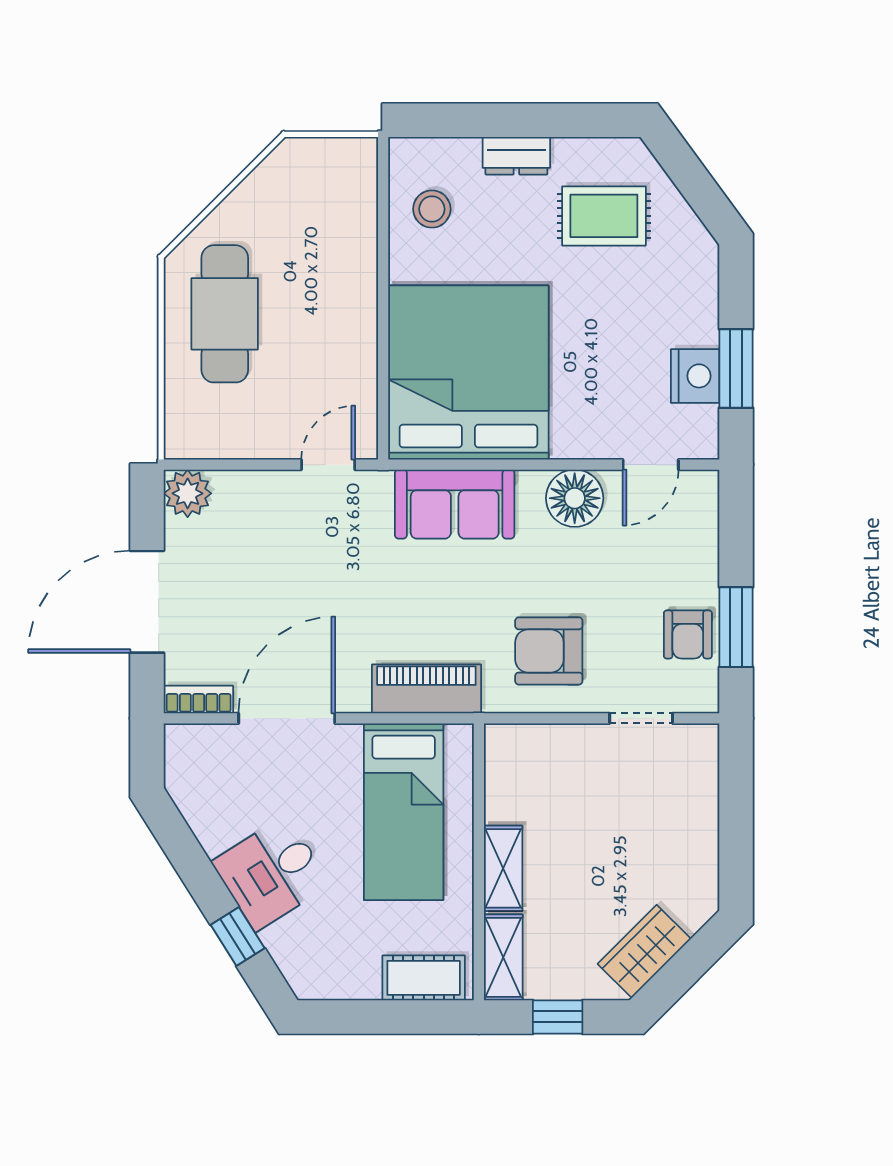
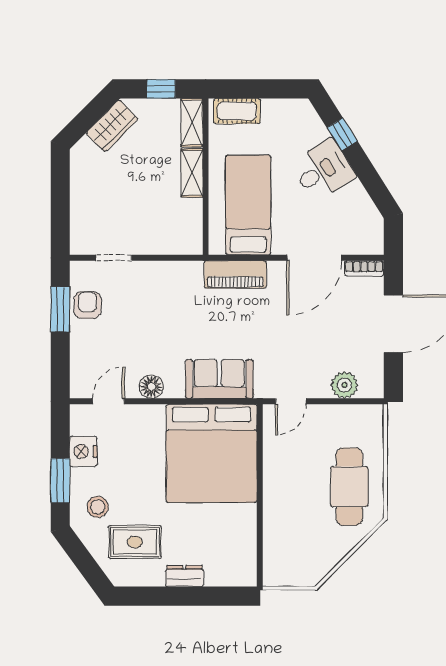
stool: (432, 209) -> (98, 507), moved
window: (736, 368) -> (60, 481), moved
plant: (188, 493) -> (344, 385), moved
floor lamp: (575, 498) -> (151, 387), width x0.73, depth x0.73
armchair: (549, 651) -> (166, 296), removed

